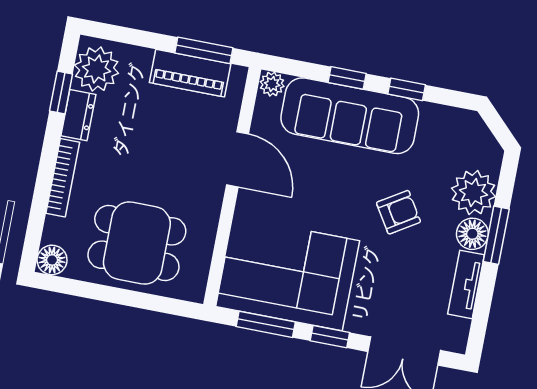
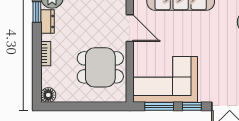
bookcase: (63, 178) -> (46, 54), width x0.64
armchair: (398, 212) -> (214, 39), removed
dining table: (137, 243) -> (100, 67), moved

